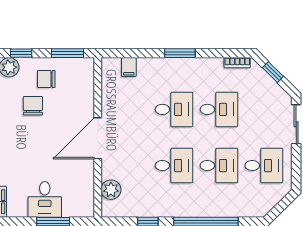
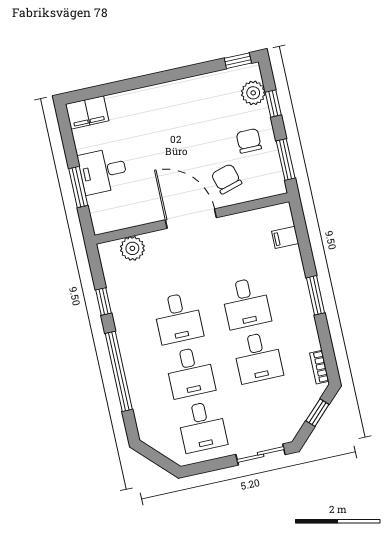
chair: (33, 106) -> (227, 179), moved, turned -106

